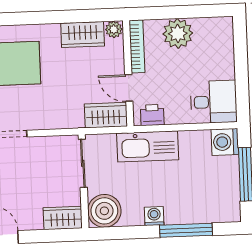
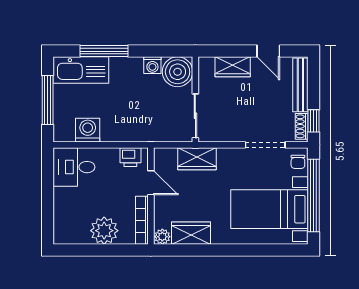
wardrobe: (106, 115) -> (197, 159), moved
washing machine: (225, 142) -> (88, 130), moved, turned -90
kitchen sink: (148, 146) -> (81, 70), moved, turned 180
washing machine: (154, 216) -> (152, 65), moved
wardrobe: (63, 218) -> (233, 67), moved

